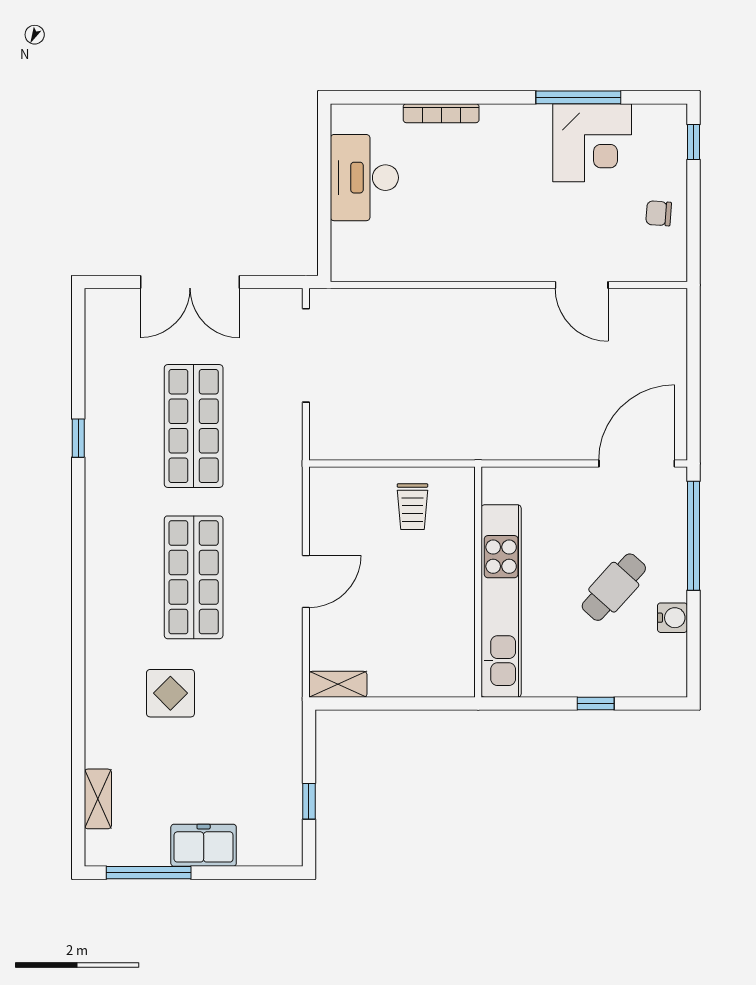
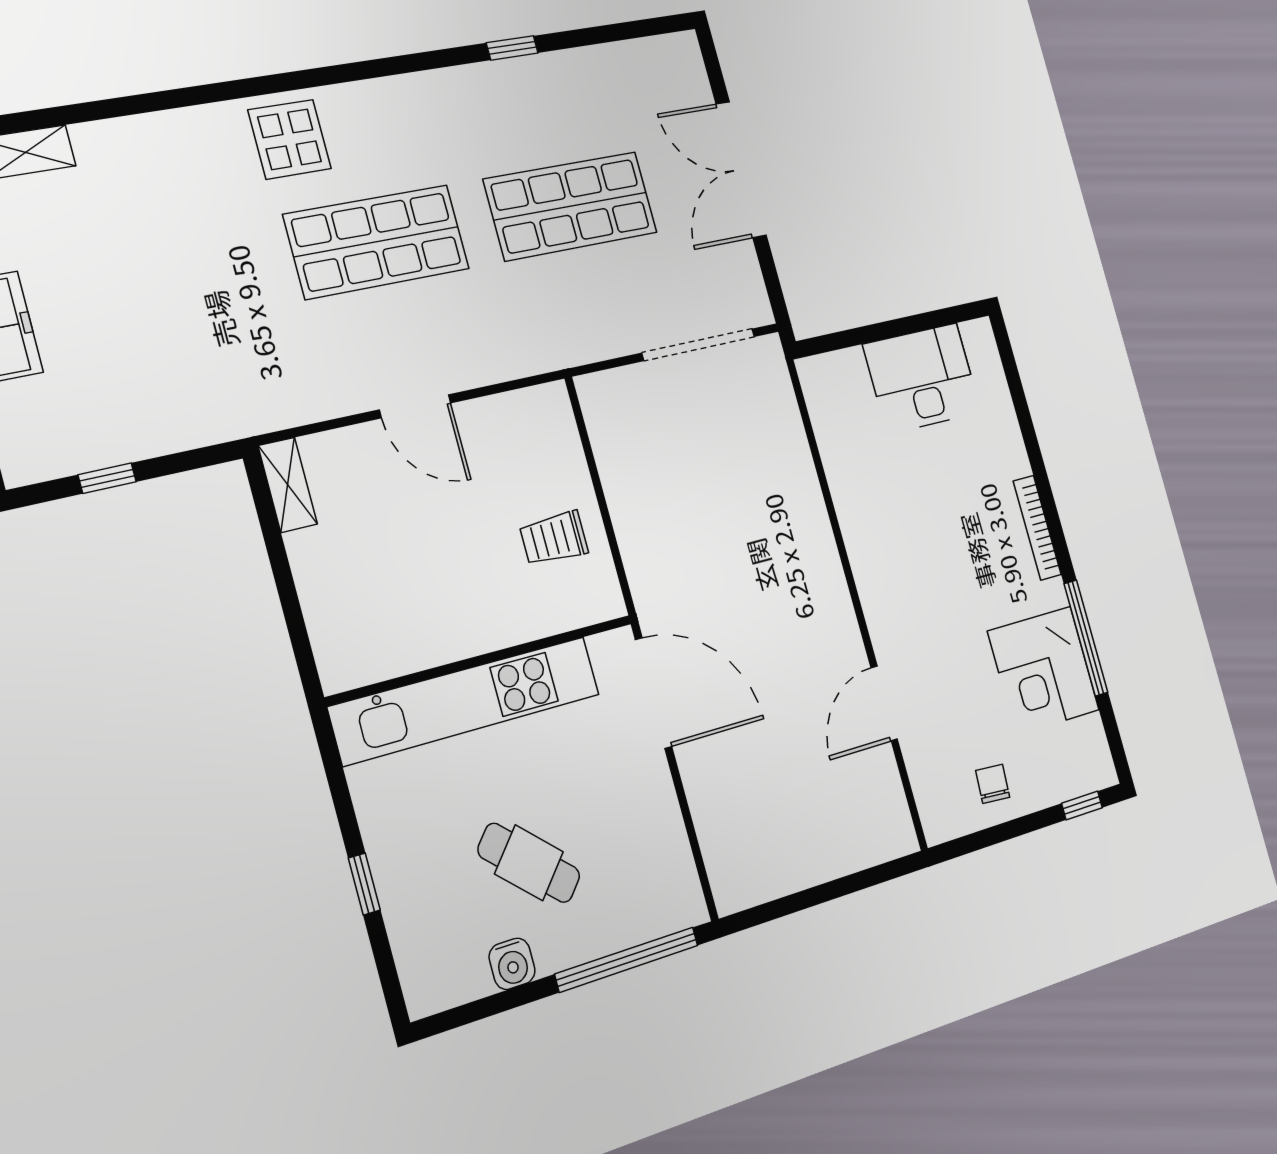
bookcase: (441, 113) -> (1037, 528), moved
door: (637, 463) -> (654, 693), moved
display table: (170, 693) -> (290, 139), moved

